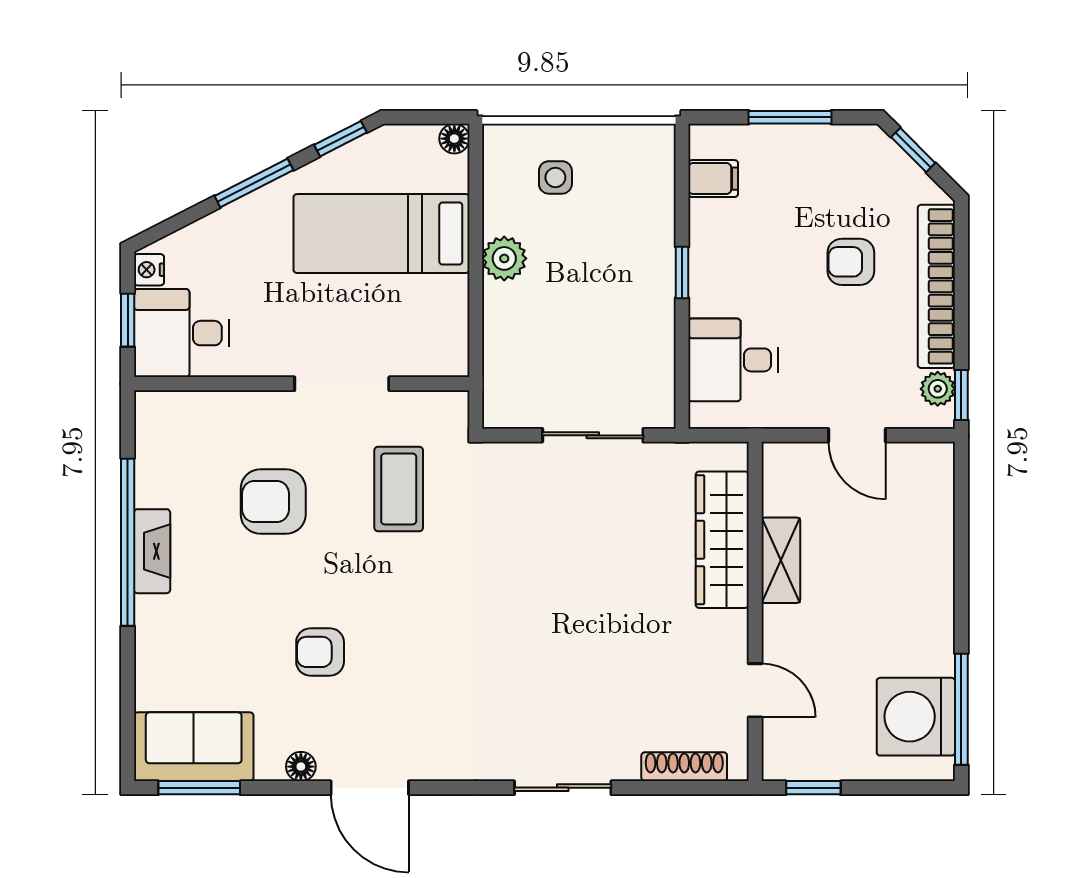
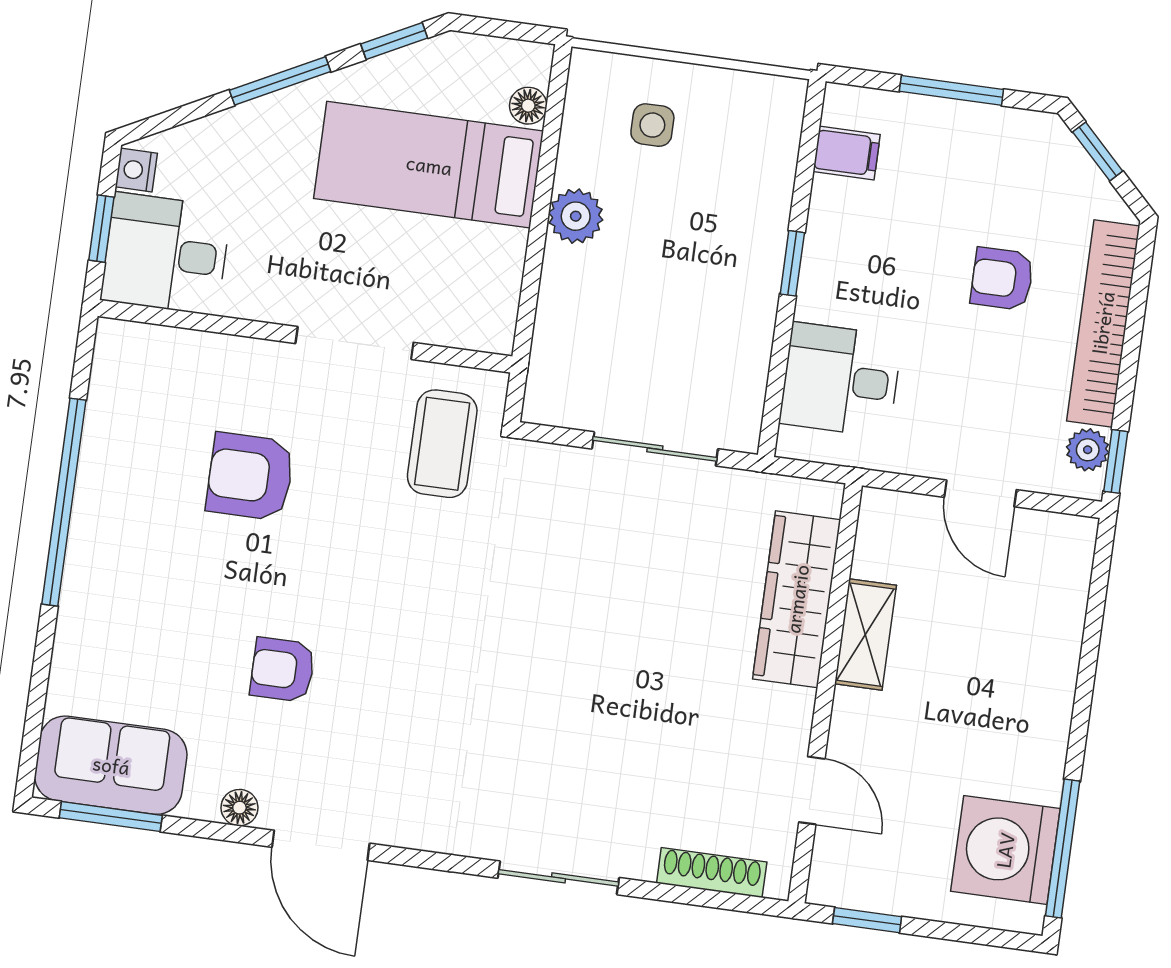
floor lamp: (454, 139) -> (528, 106), moved
coffee table: (399, 489) -> (442, 444), moved
fireplace: (152, 551) -> (92, 517), removed

